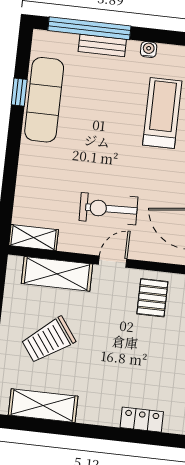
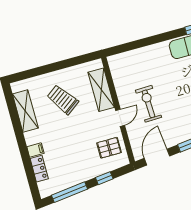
shelving: (34, 238) -> (116, 69), removed
door: (113, 262) -> (120, 118), hinge flipped
filing cabinet: (110, 414) -> (35, 150), added

